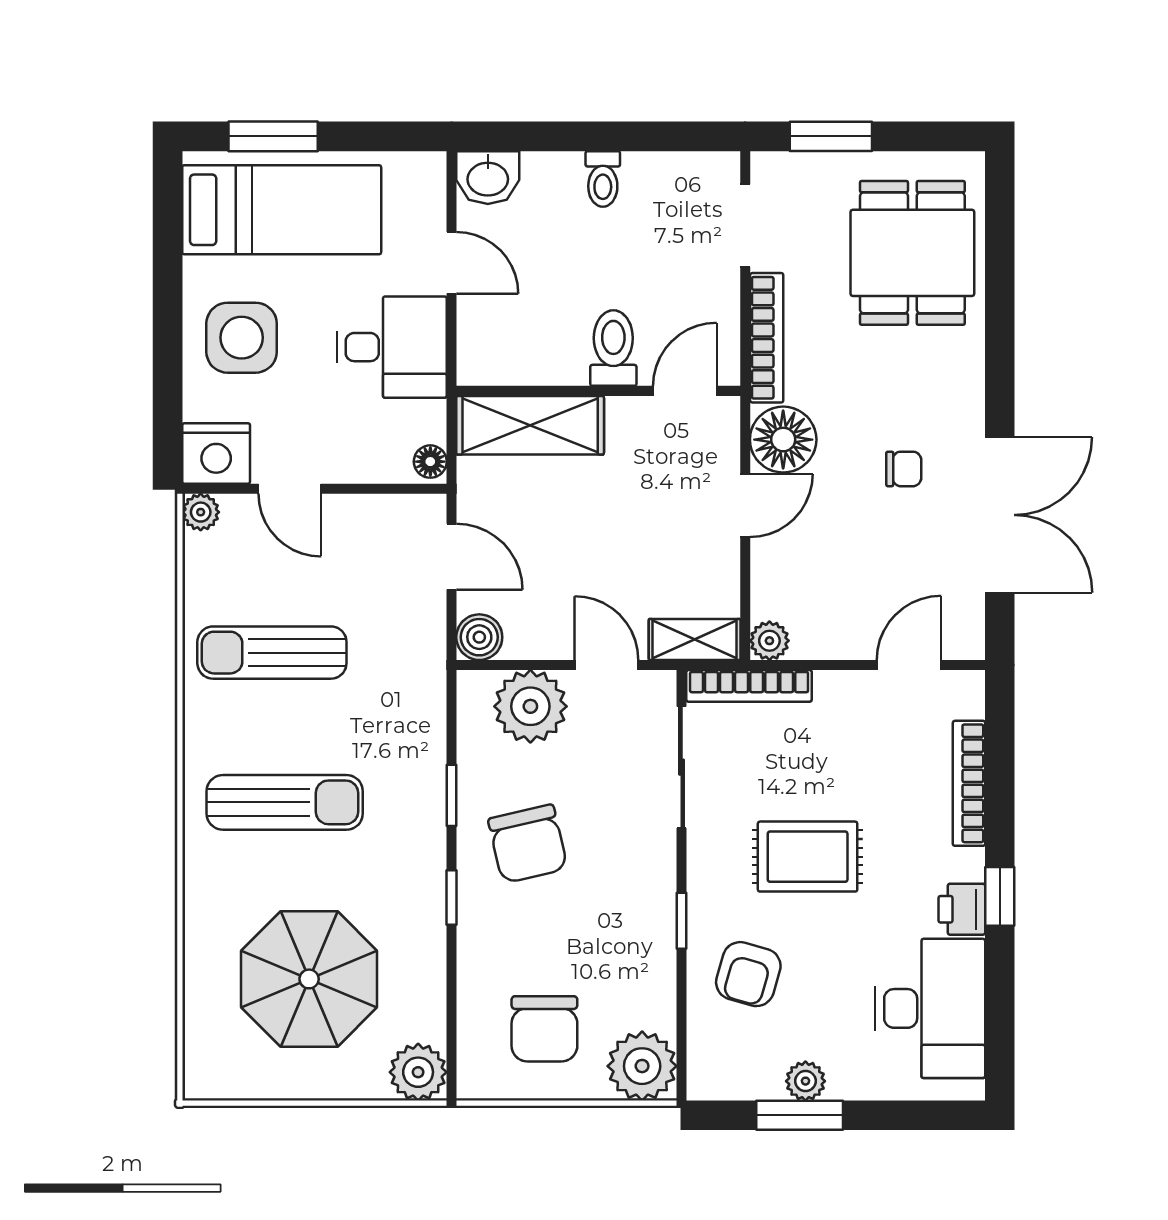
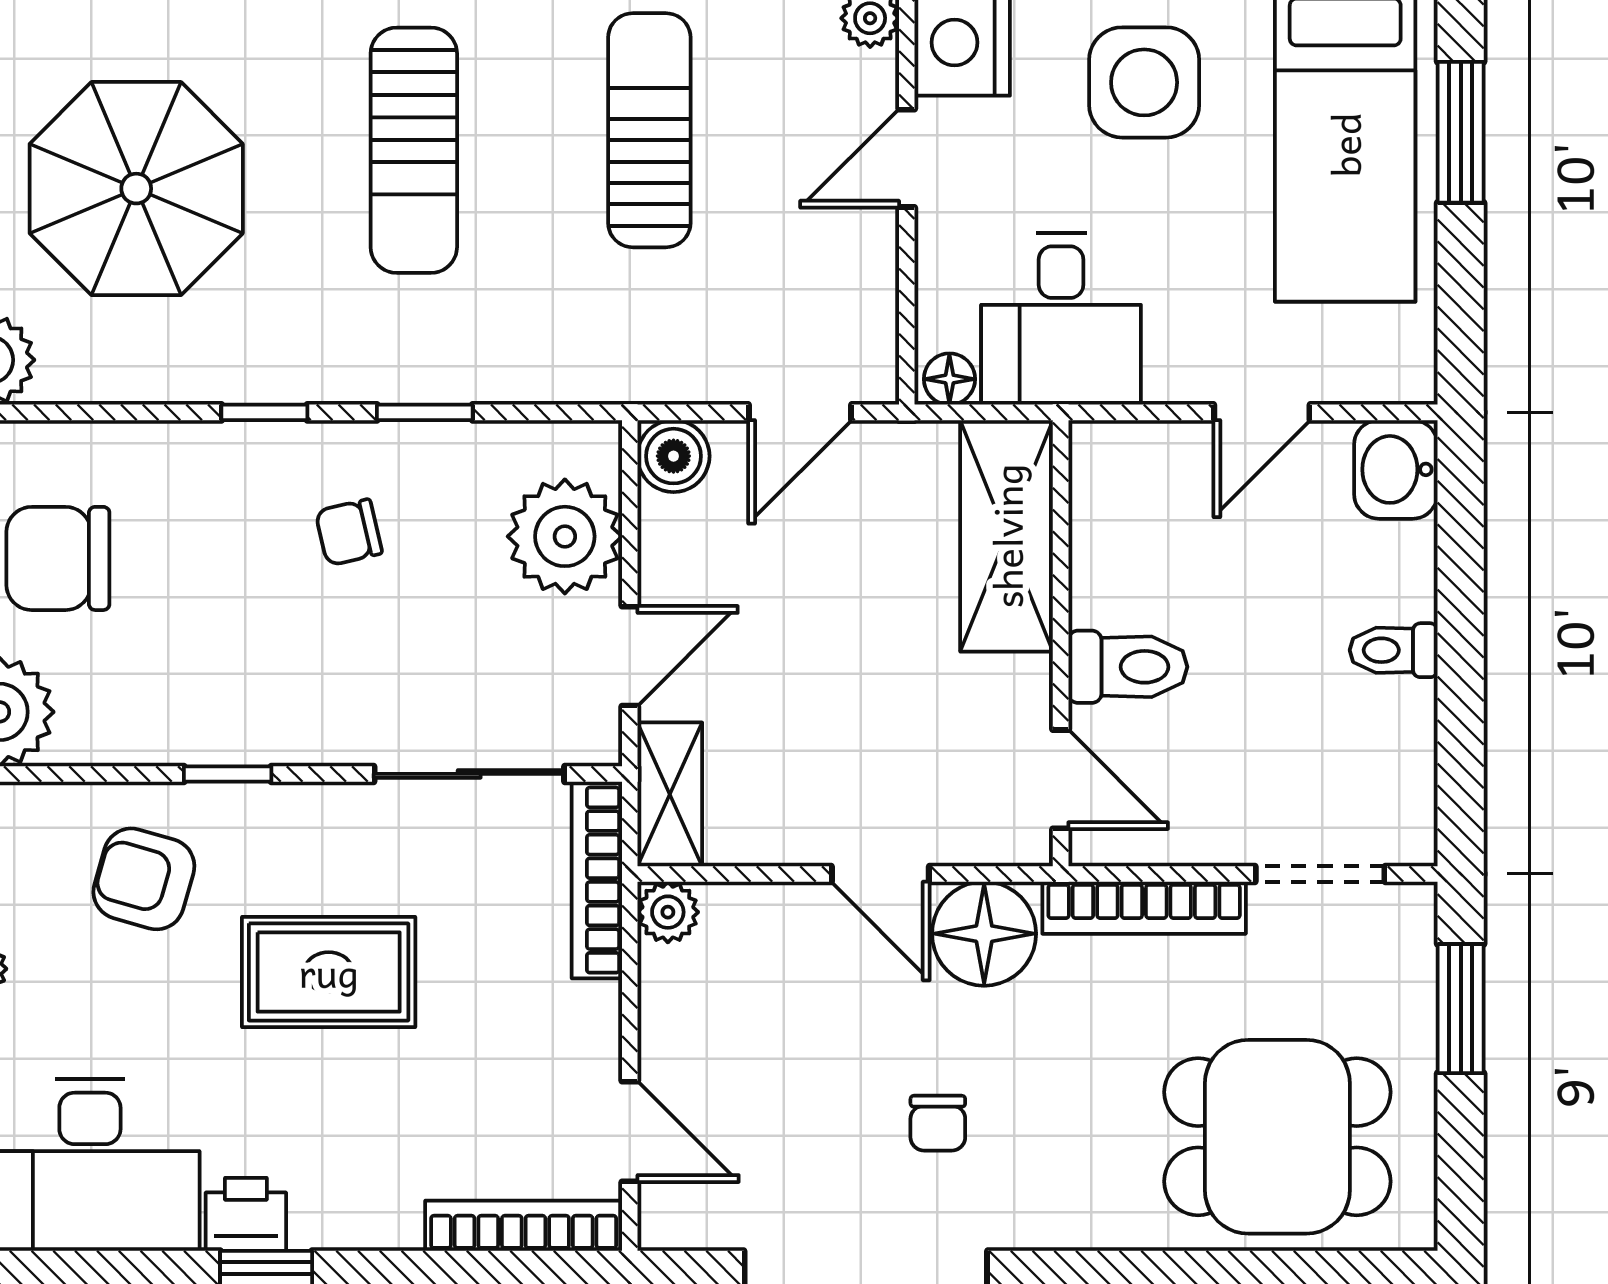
desk: (392, 347) -> (1061, 319), moved
bookcase: (969, 783) -> (524, 1226), moved
chair: (528, 844) -> (349, 532), width x0.54, depth x0.54
rug: (808, 857) -> (329, 972), turned 90

